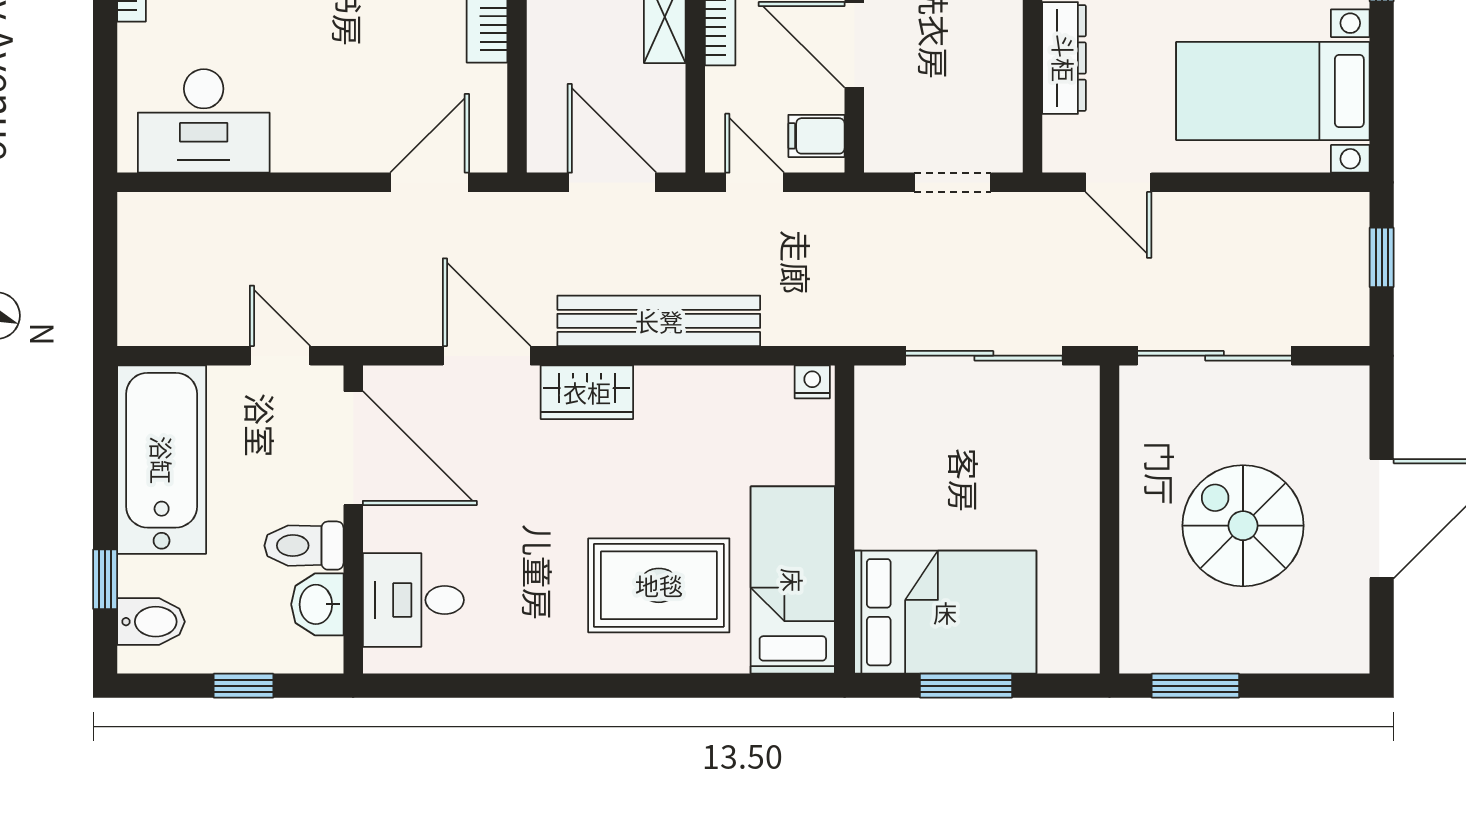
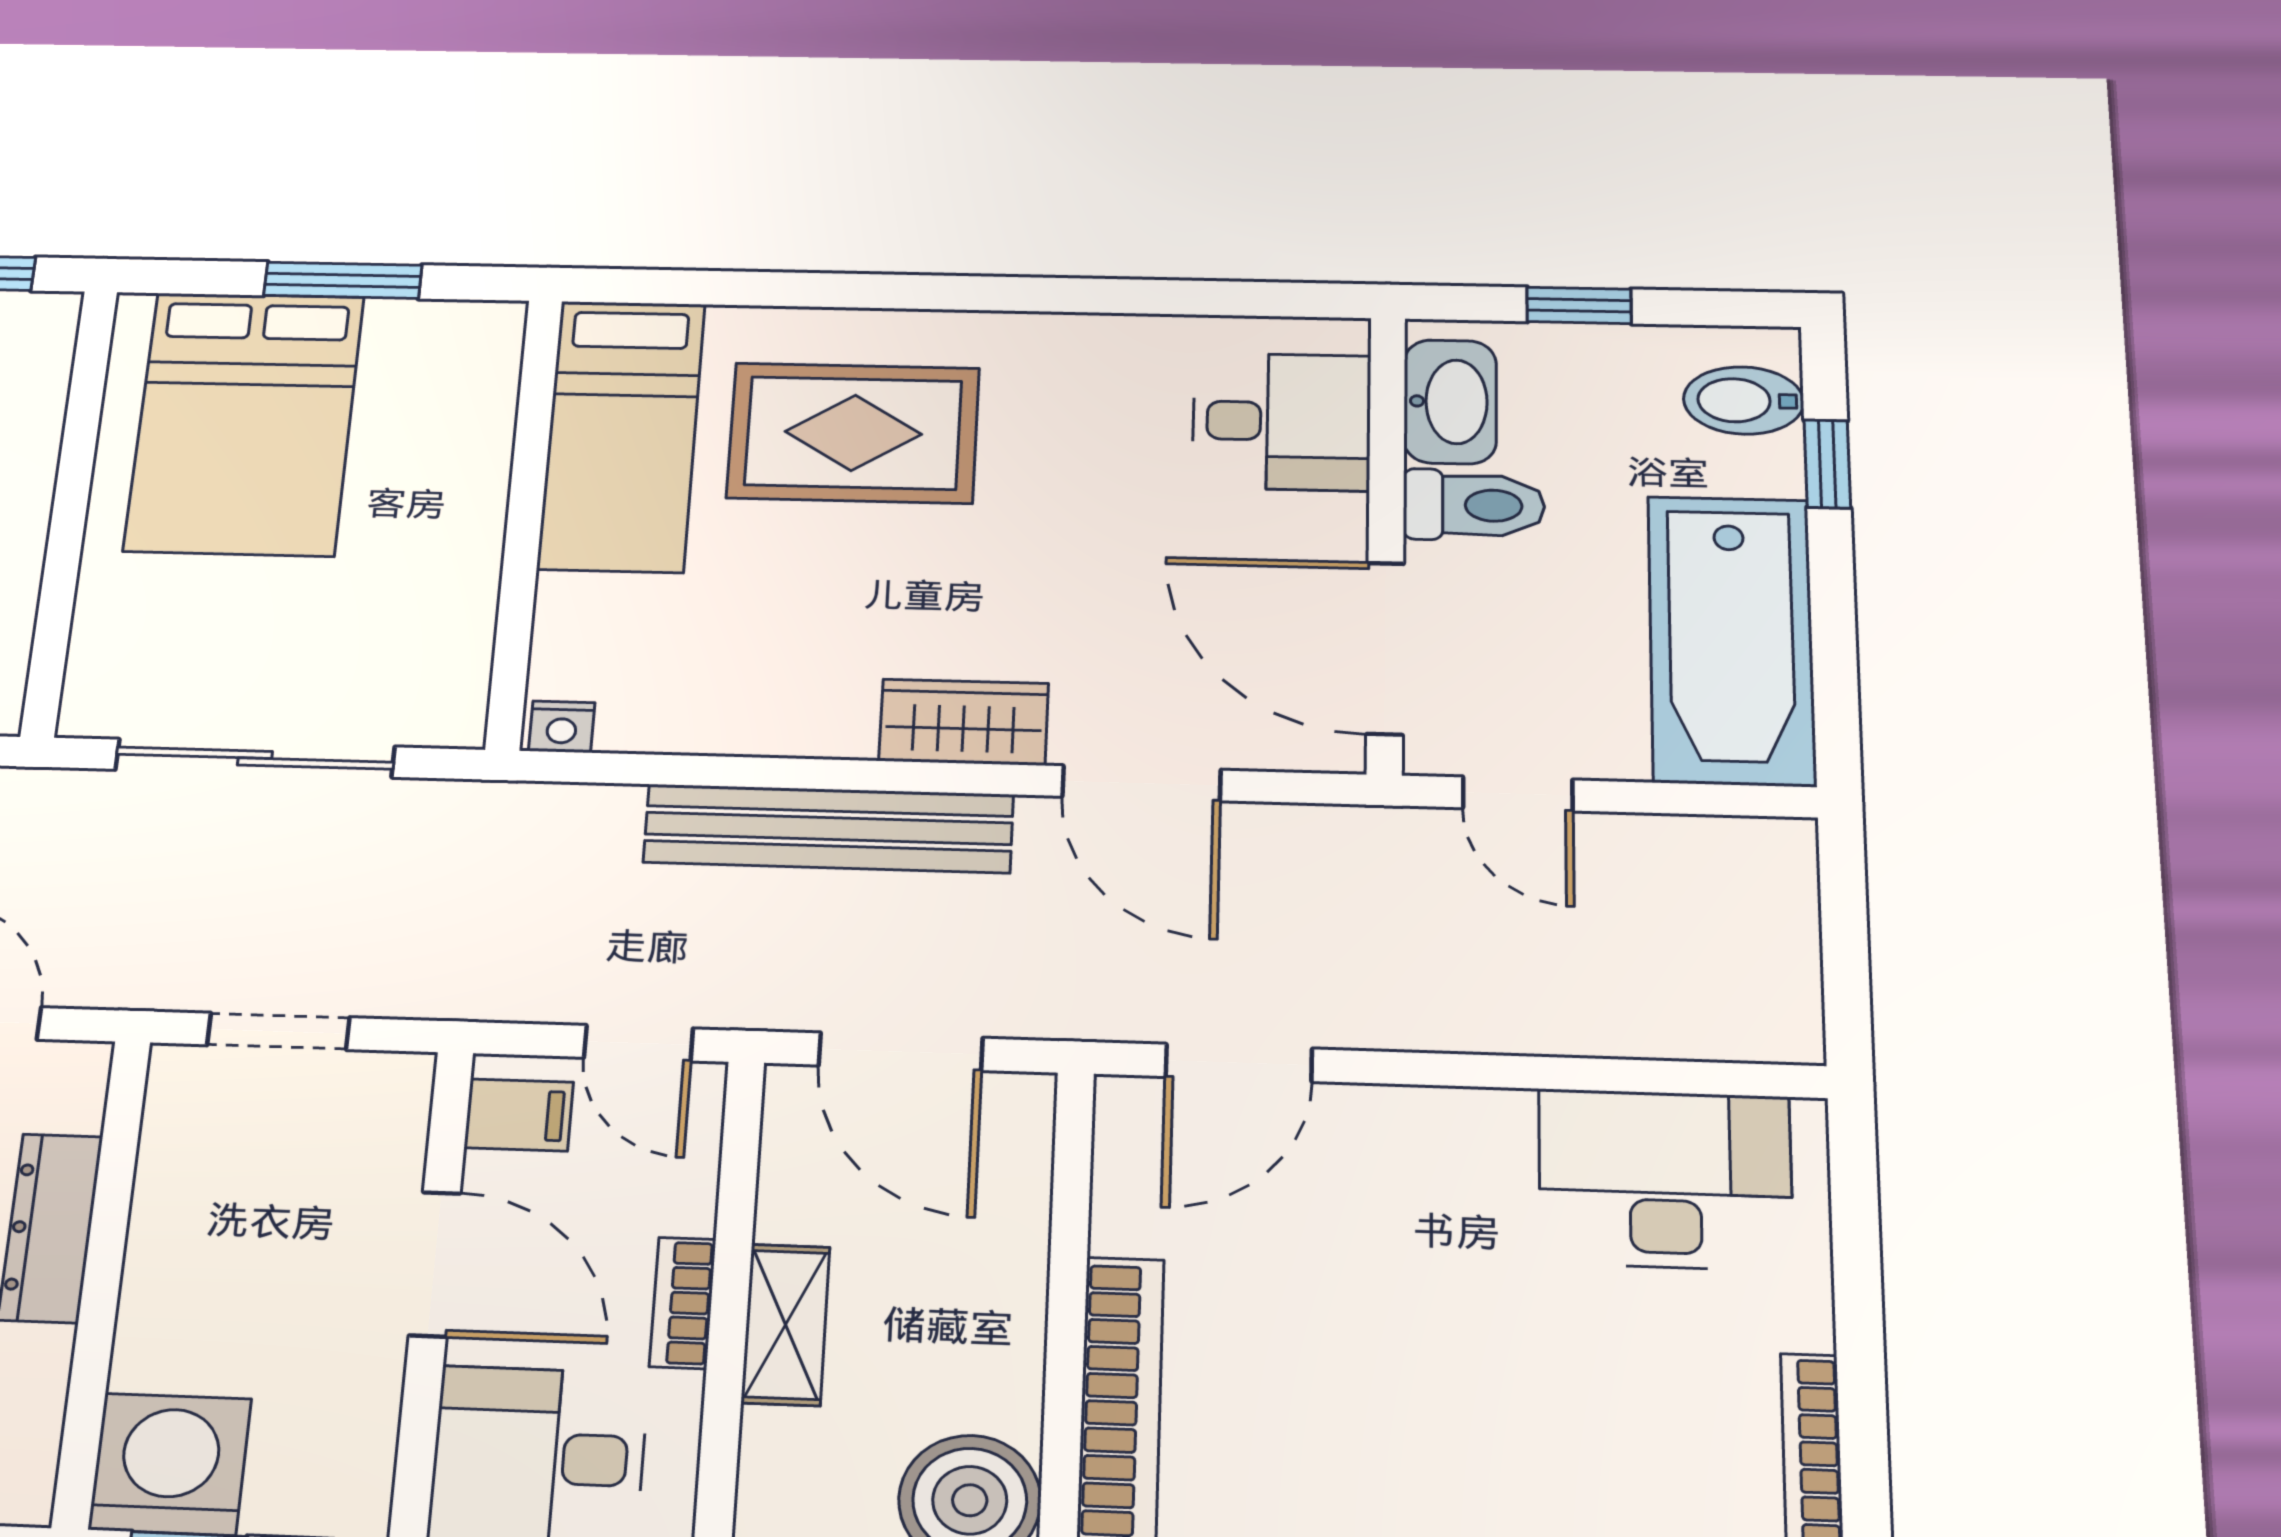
washbasin: (317, 604) -> (1450, 402), width x1.38
bed: (945, 612) -> (245, 423), moved, turned -90

